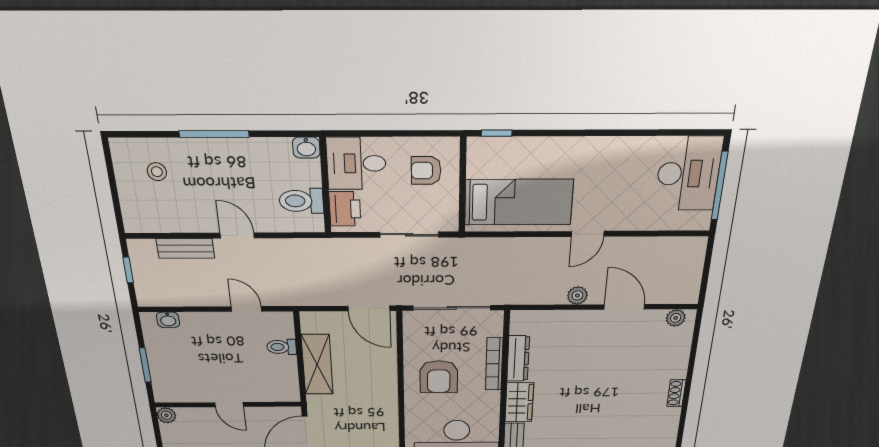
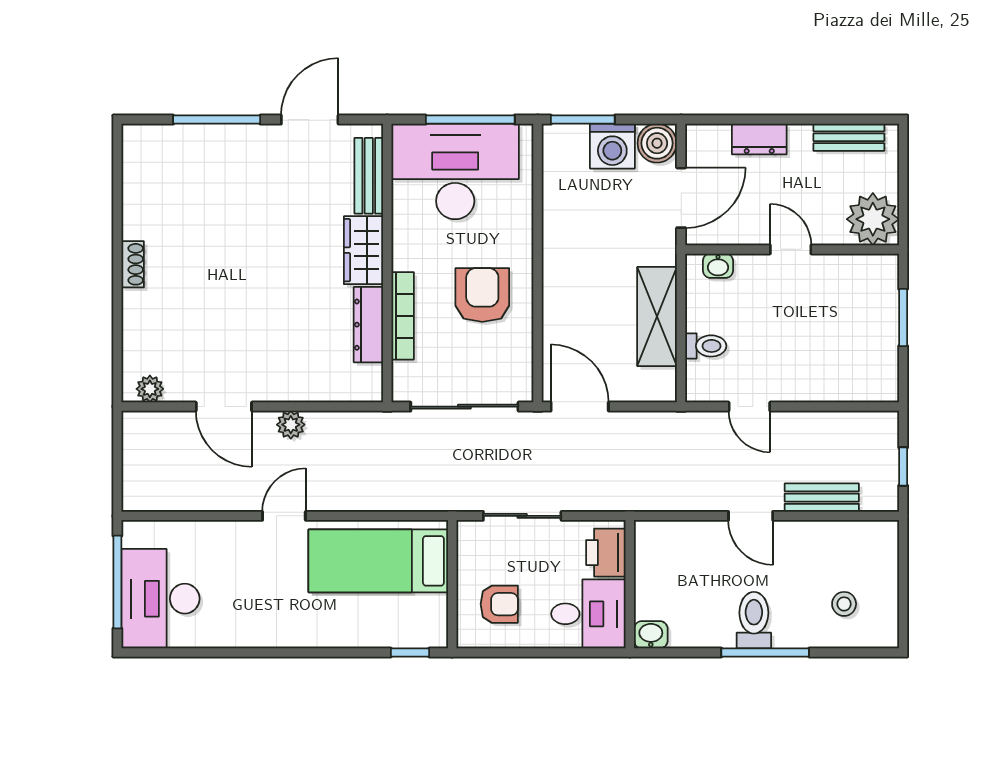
toilet: (301, 201) -> (754, 620), moved, turned -90
washbasin: (168, 320) -> (718, 266), moved, turned 180
plant: (166, 415) -> (873, 219), width x1.87, depth x1.87

